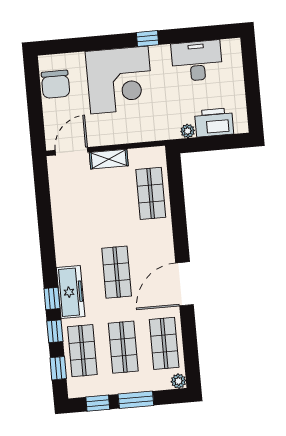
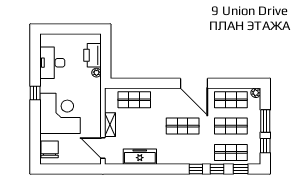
chair: (56, 84) -> (50, 149), moved, turned -90
freezer: (71, 292) -> (140, 157), moved

